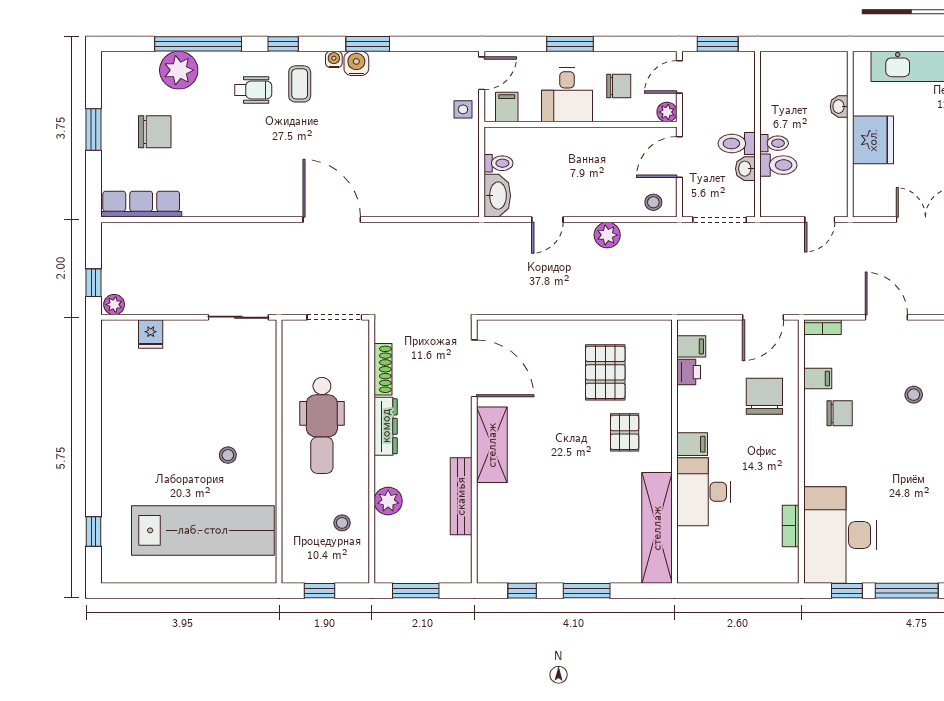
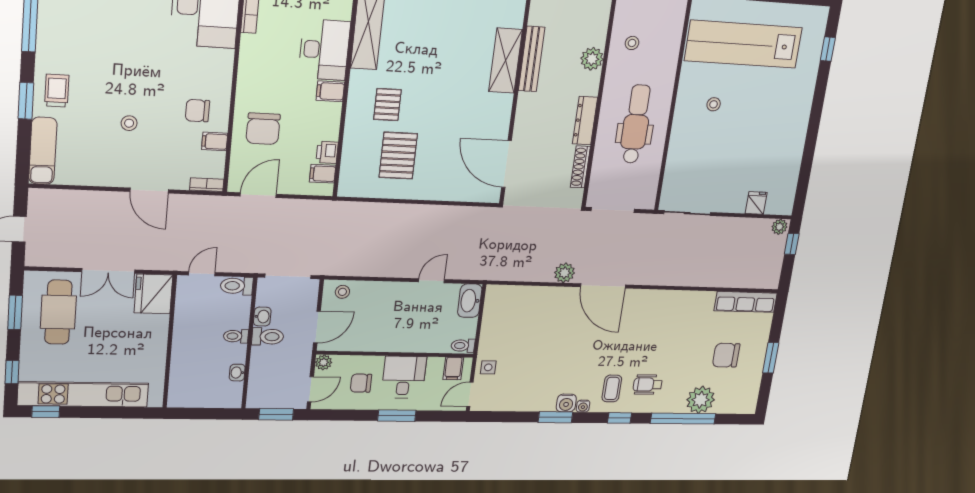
washbasin: (839, 106) -> (237, 373), moved, turned 180
fridge: (873, 140) -> (153, 294), moved
toilet: (498, 163) -> (463, 346), moved
toilet: (778, 165) -> (237, 286), moved
plant: (607, 235) -> (565, 273), moved
shelving: (492, 445) -> (506, 61), moved

